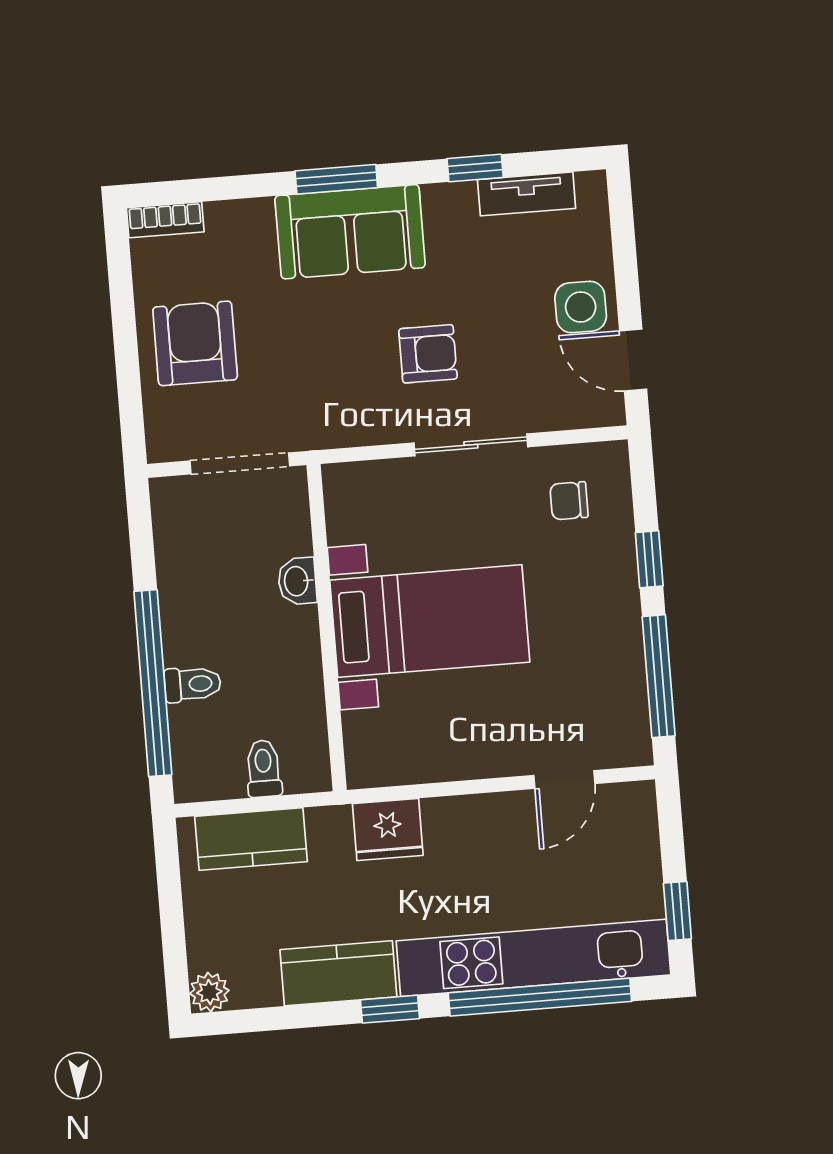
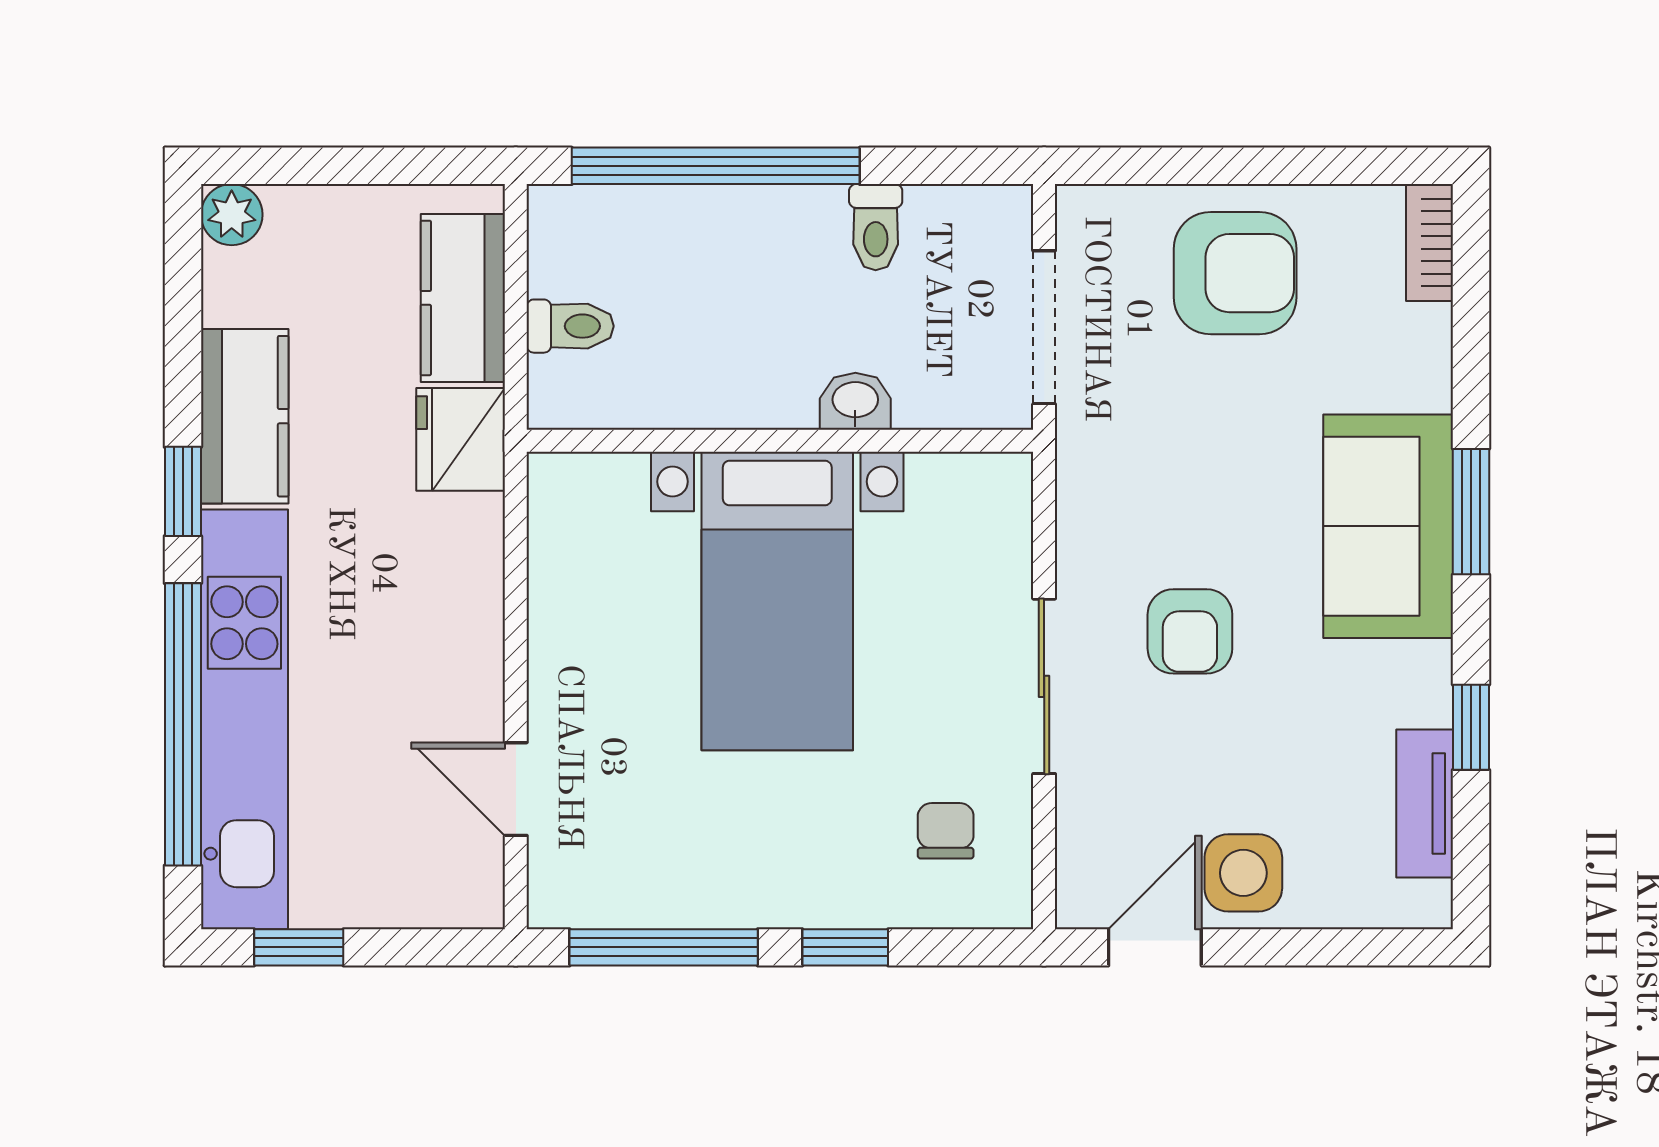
toilet: (193, 684) -> (876, 227), moved
fridge: (388, 829) -> (461, 439), moved

